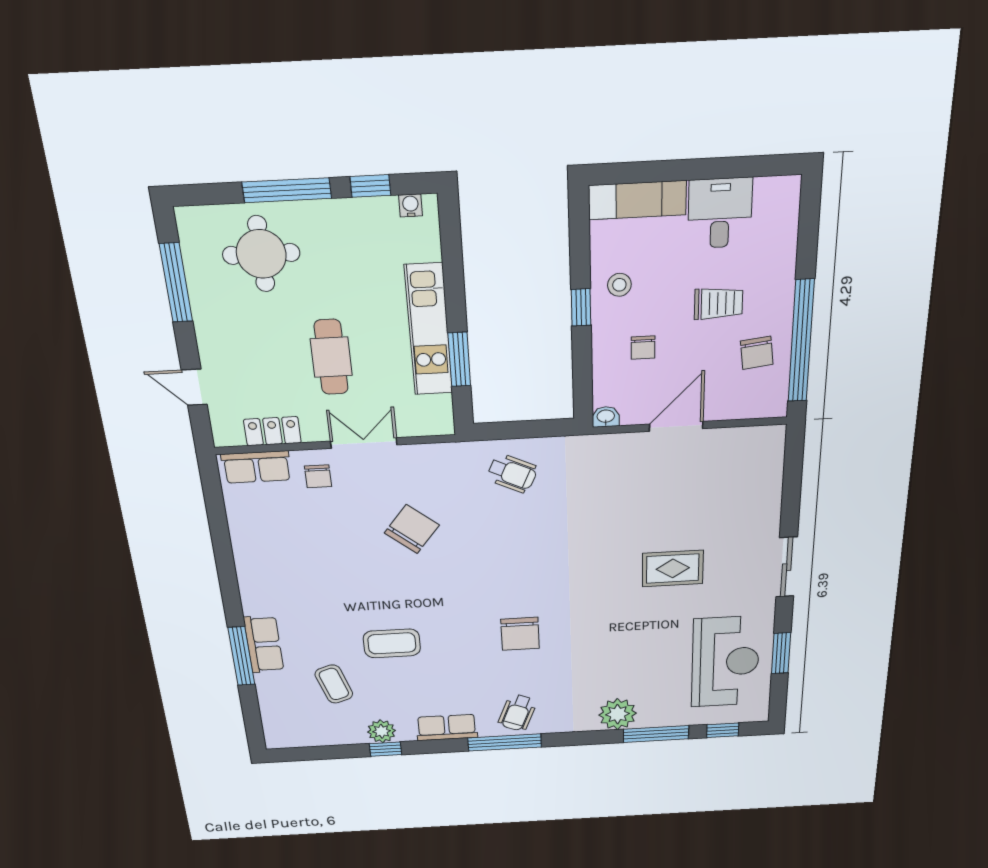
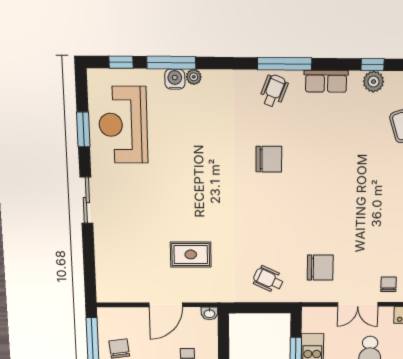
chair: (412, 529) -> (320, 268), moved, turned -129
rug: (673, 568) -> (191, 254), moved
chair: (520, 634) -> (269, 159), turned 90
coffee table: (392, 643) -> (357, 158), removed
plant: (618, 714) -> (194, 77), width x0.53, depth x0.53
water cooler: (652, 717) -> (175, 79), added

